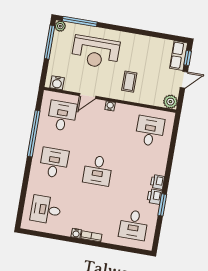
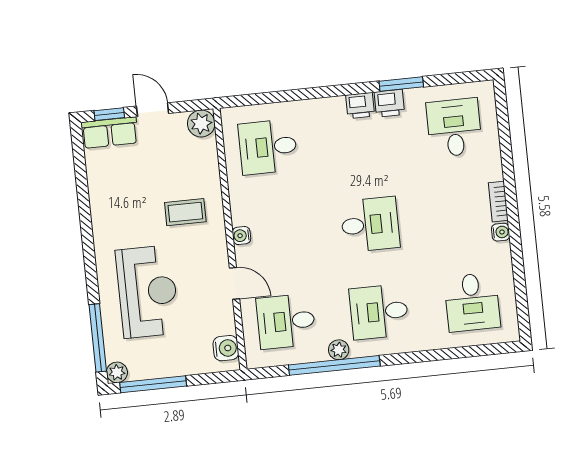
plant: (41, 138) -> (339, 350), added
desk: (134, 225) -> (454, 128), turned -90

